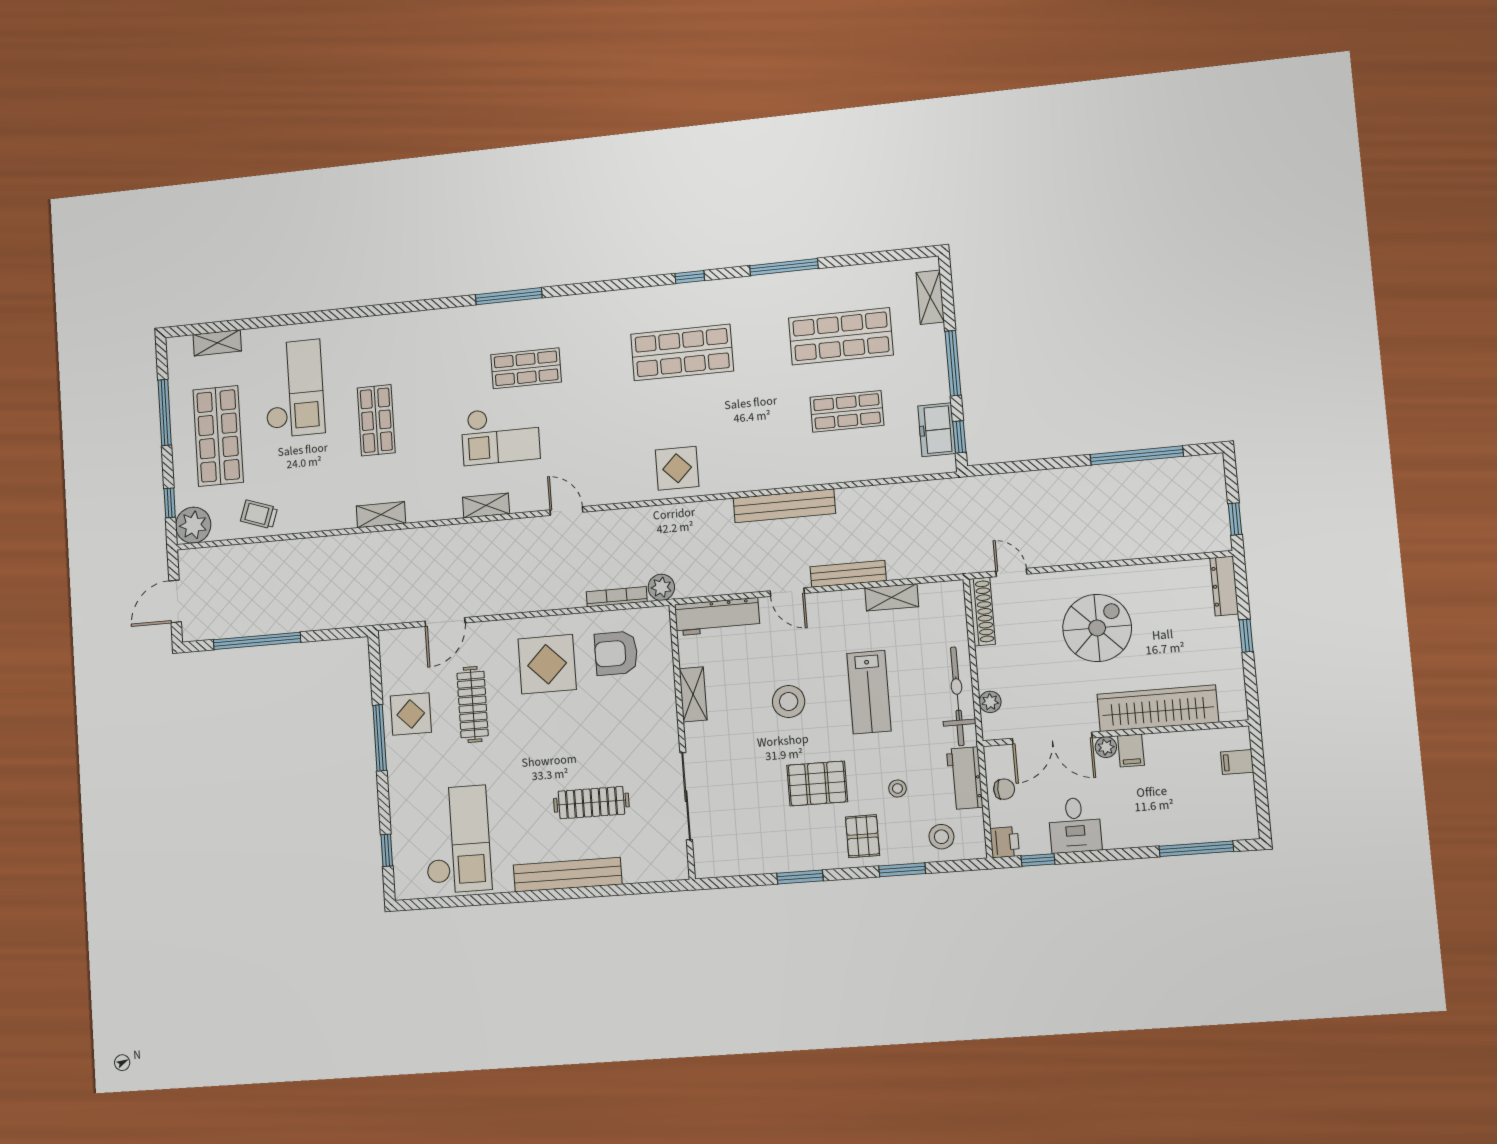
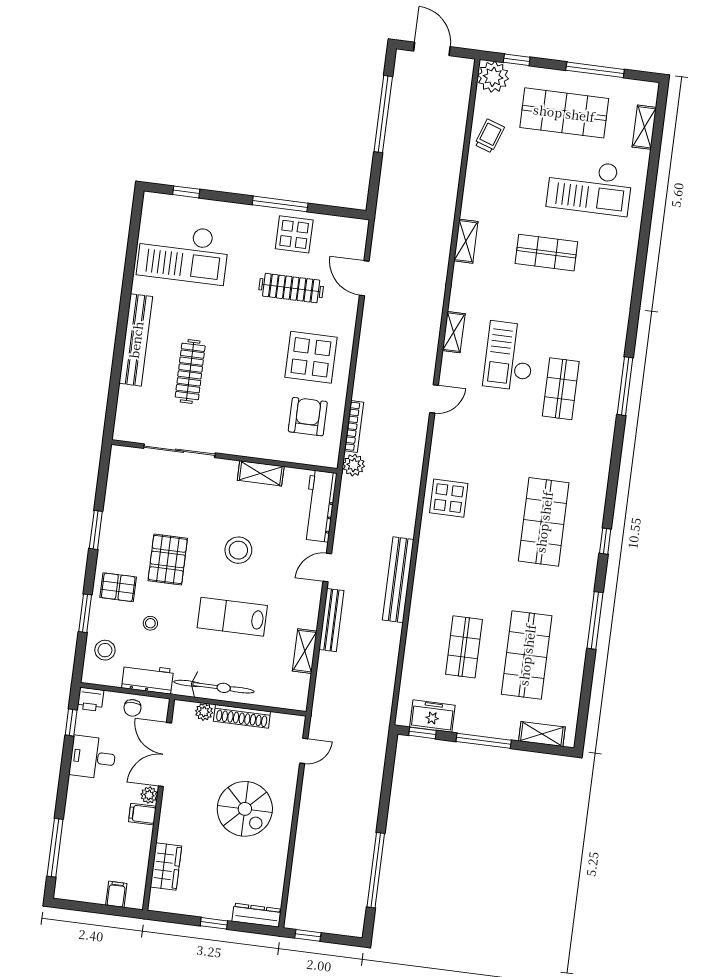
shoe rack: (982, 612) -> (242, 716), moved
wardrobe: (1158, 708) -> (166, 867), width x0.48, depth x0.85

